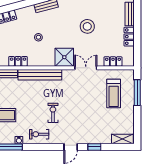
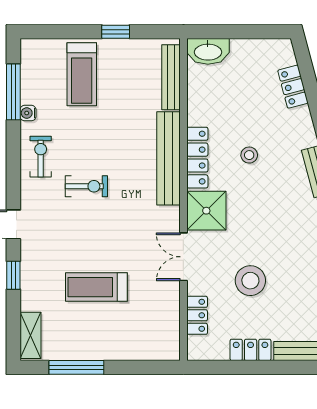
stool: (87, 26) -> (250, 281), moved
locker: (18, 61) -> (197, 158), moved, width x1.53
double door: (86, 68) -> (183, 257), swing flipped
treadmill: (114, 93) -> (96, 287), moved
window: (137, 93) -> (76, 367), moved

